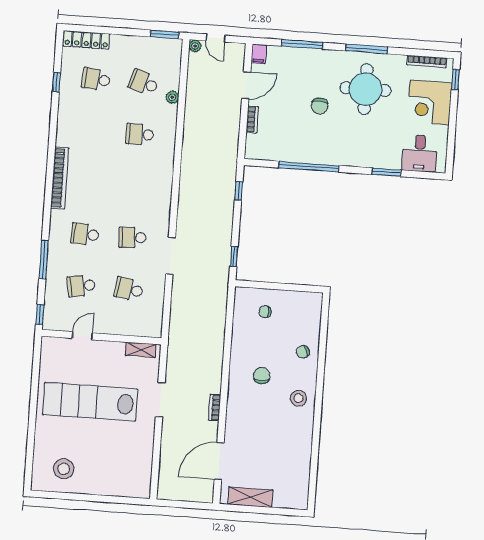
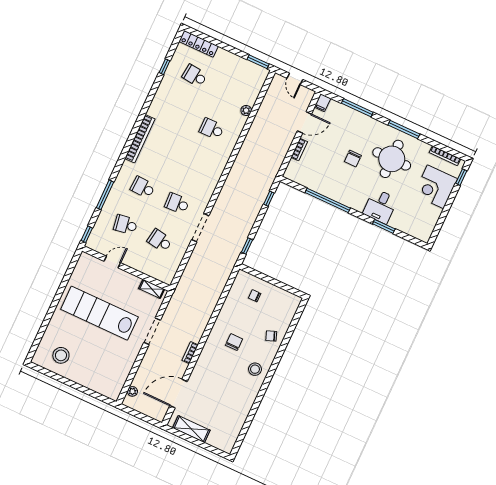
plant: (195, 46) -> (132, 391), moved
school desk: (144, 83) -> (229, 92), removed
desk: (420, 153) -> (380, 206), moved

